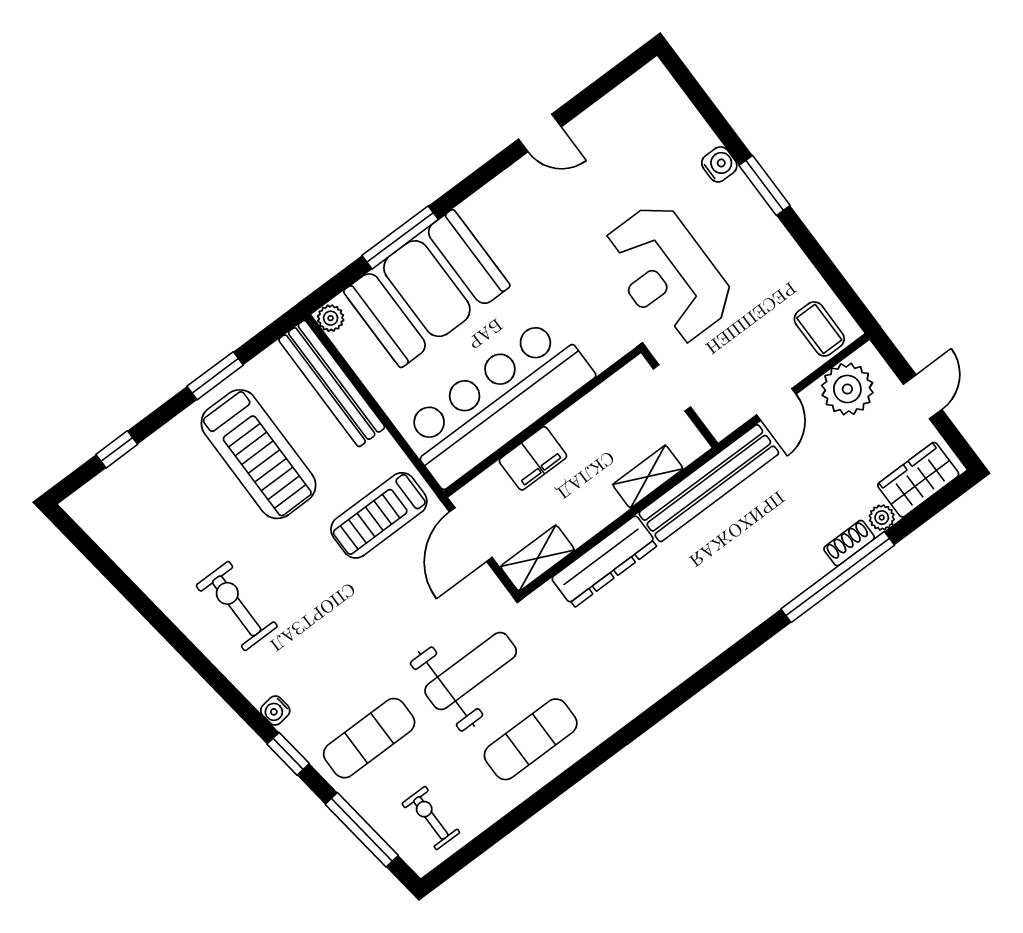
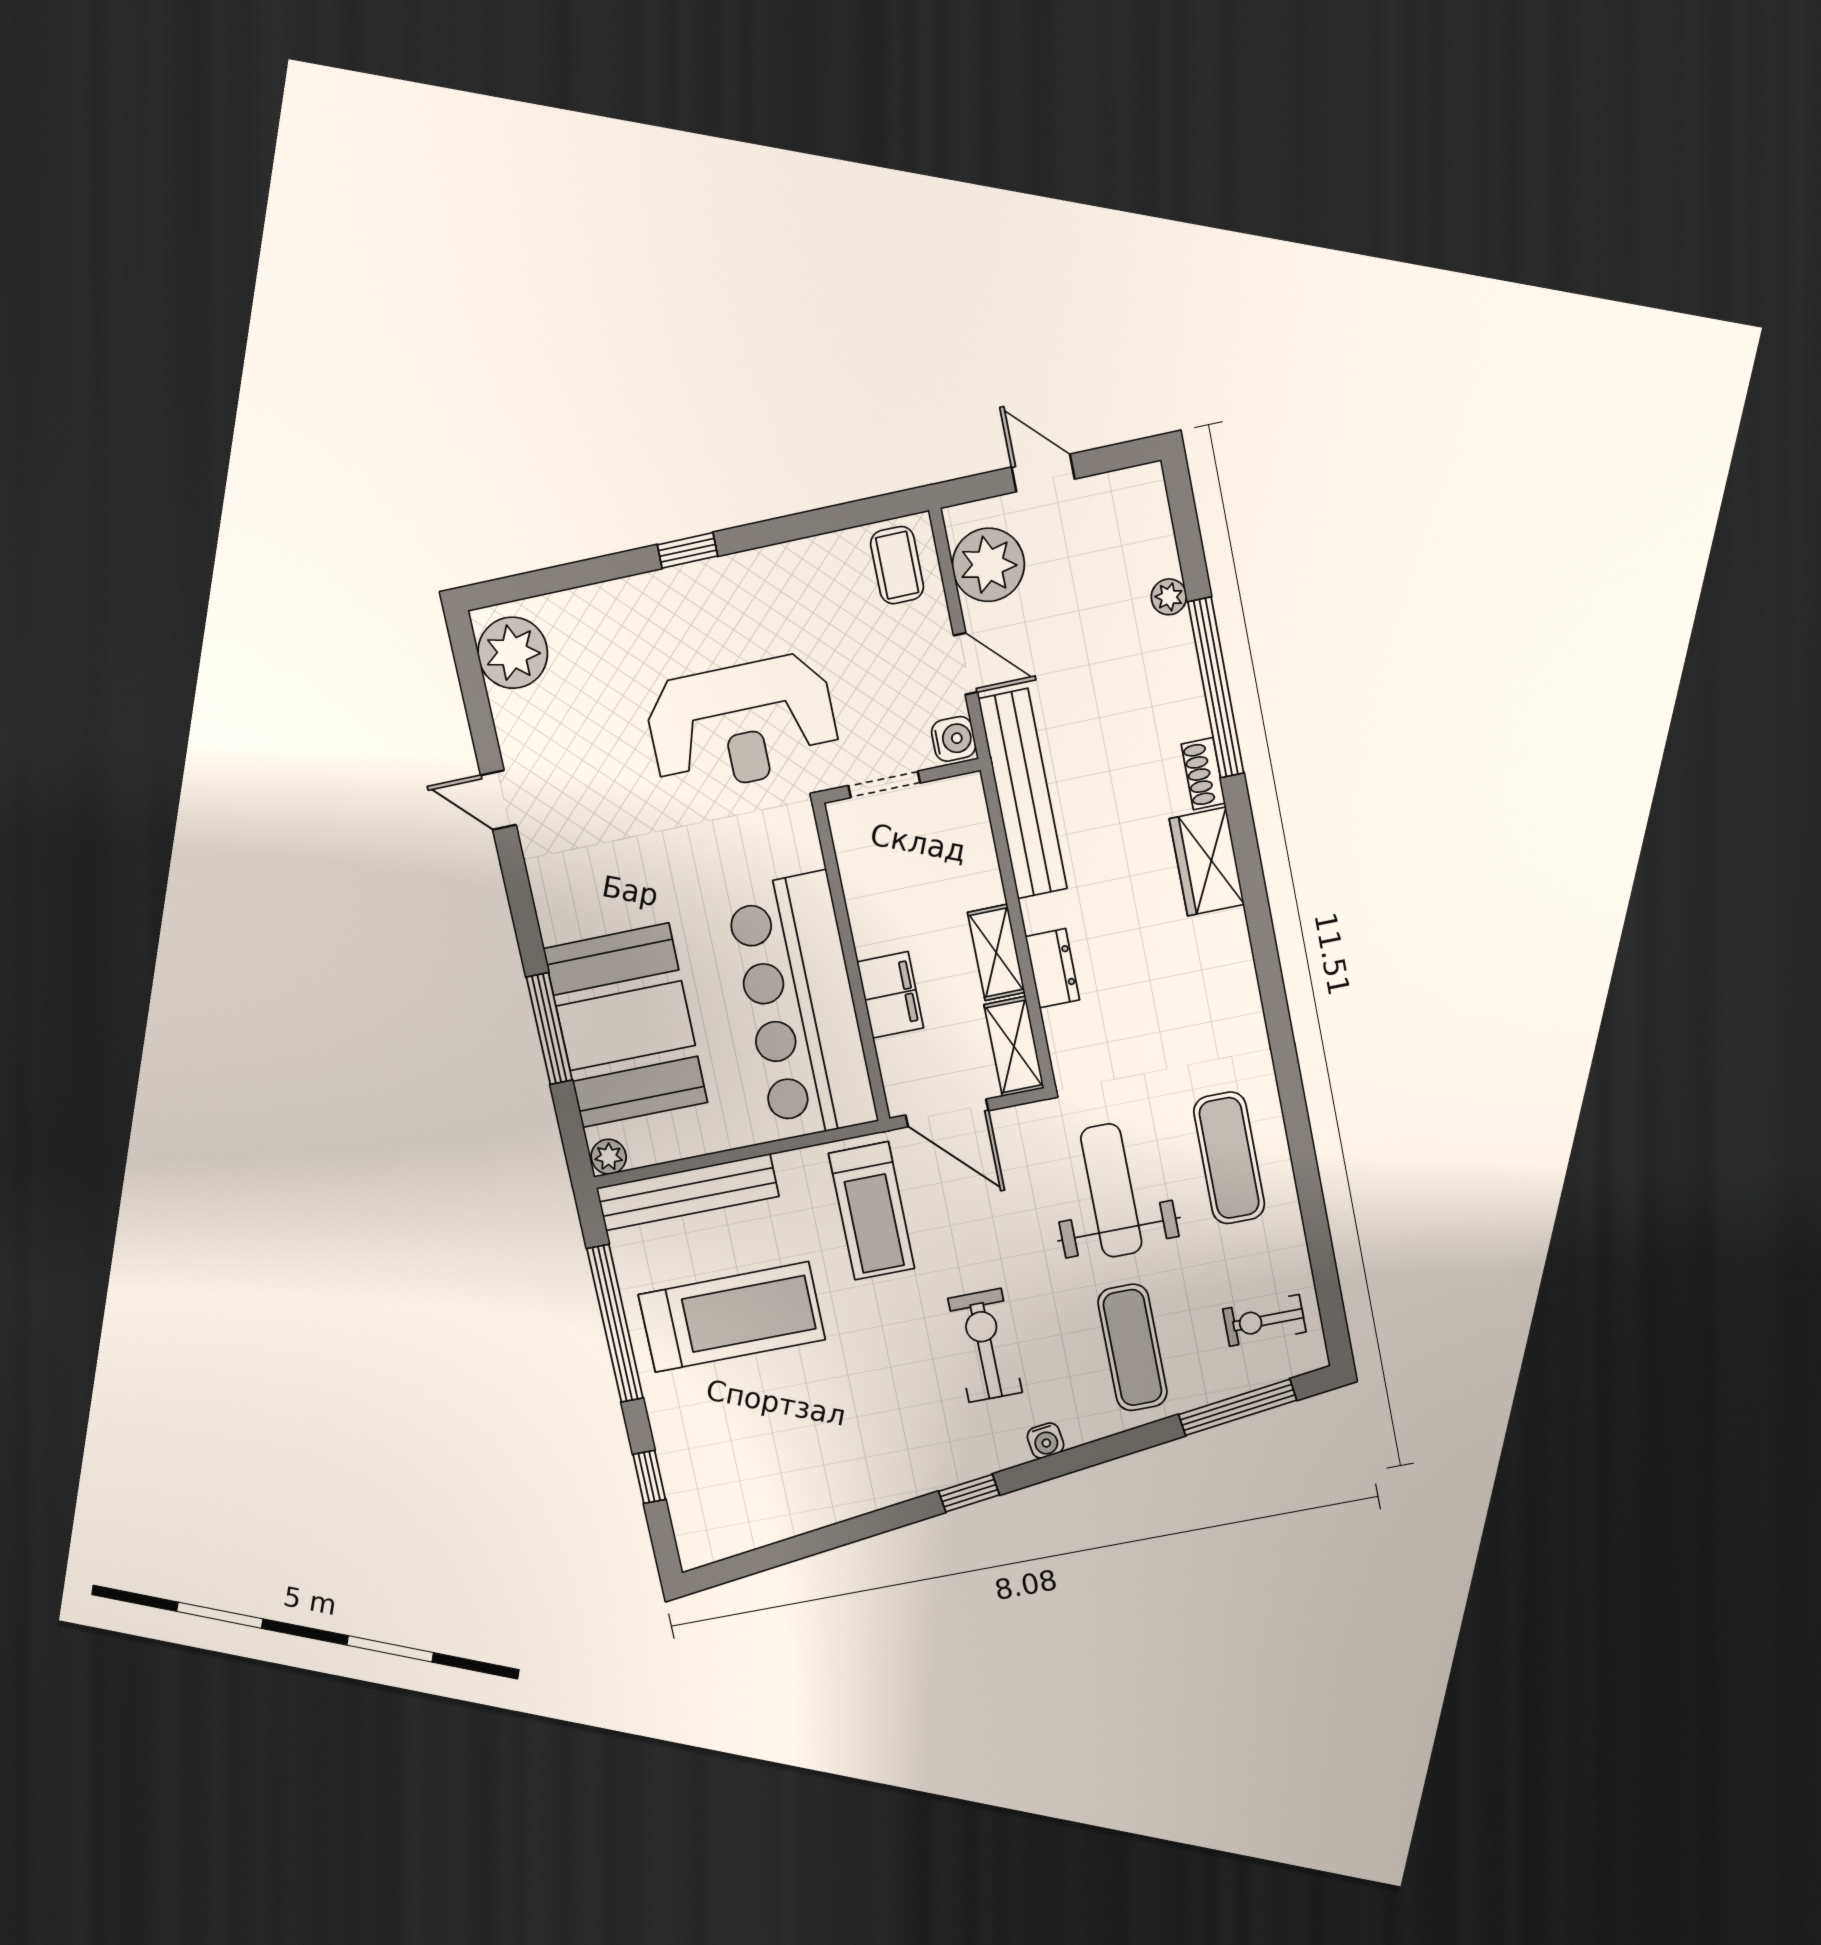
plant: (643, 99) -> (513, 653), added
door: (540, 133) -> (498, 800), swing flipped
water cooler: (719, 164) -> (954, 739), moved, turned 90
window: (765, 185) -> (688, 550), width x0.67
coffee table: (819, 329) -> (897, 565), turned 90
window: (215, 376) -> (615, 1323), width x2.11
shelving: (648, 477) -> (996, 952), moved
wardrobe: (918, 480) -> (1207, 862), moved
shoe rack: (849, 543) -> (1203, 774), moved
dresser: (605, 562) -> (1052, 968), width x0.51, depth x0.80
exercise bike: (237, 606) -> (985, 1346), moved, turned 90
window: (288, 754) -> (969, 1493), moved

